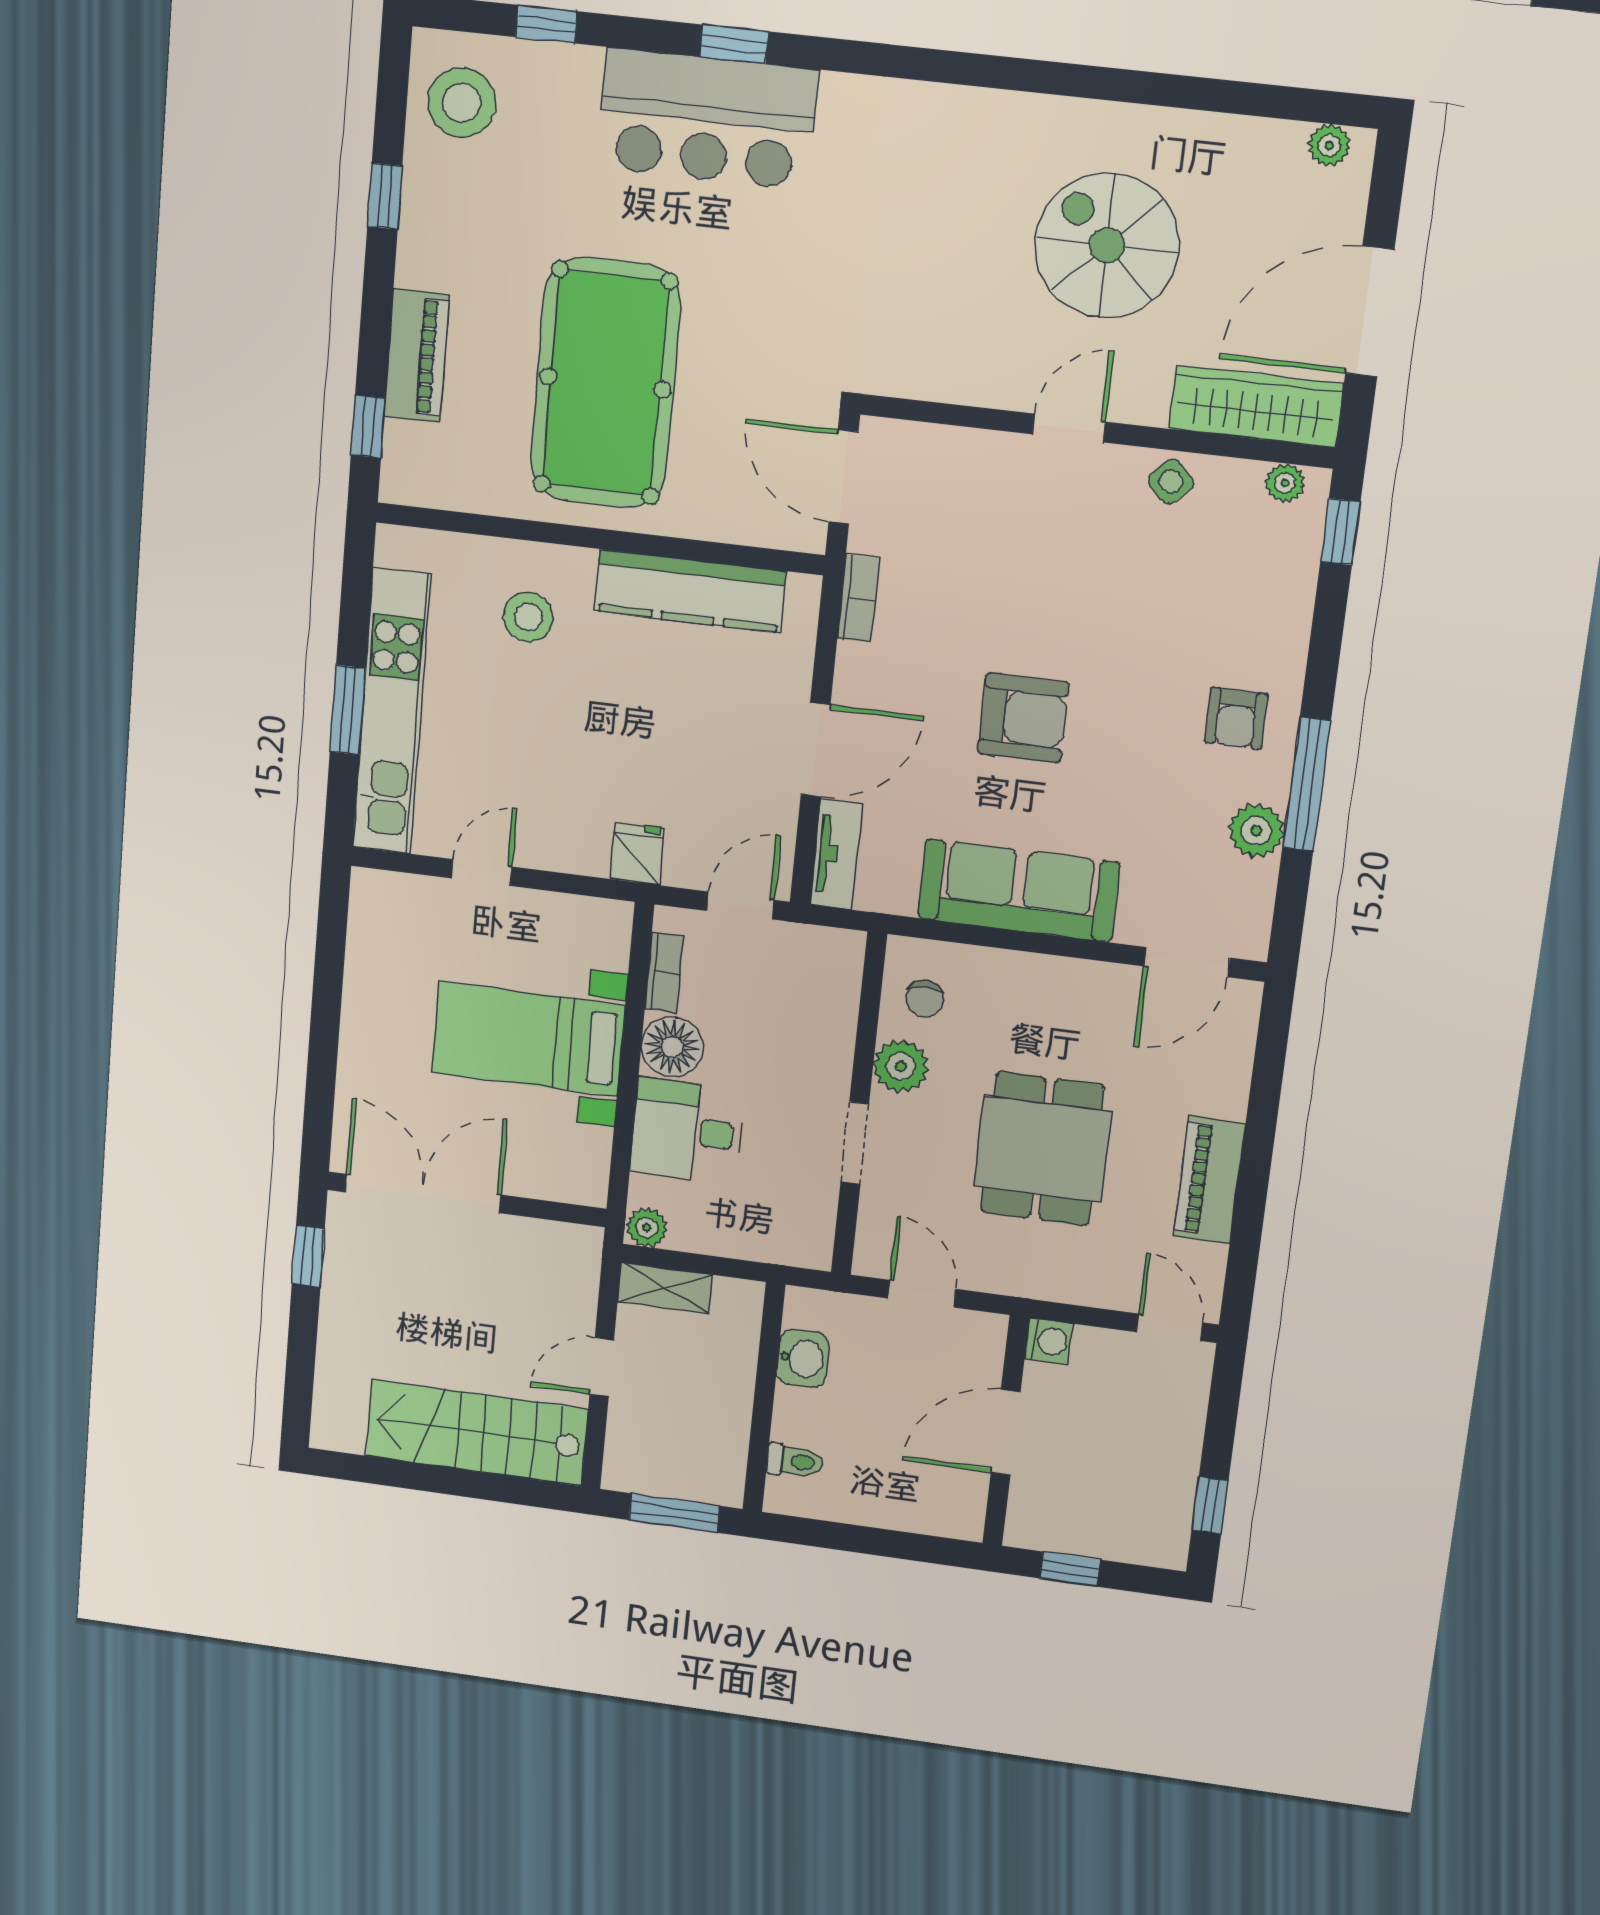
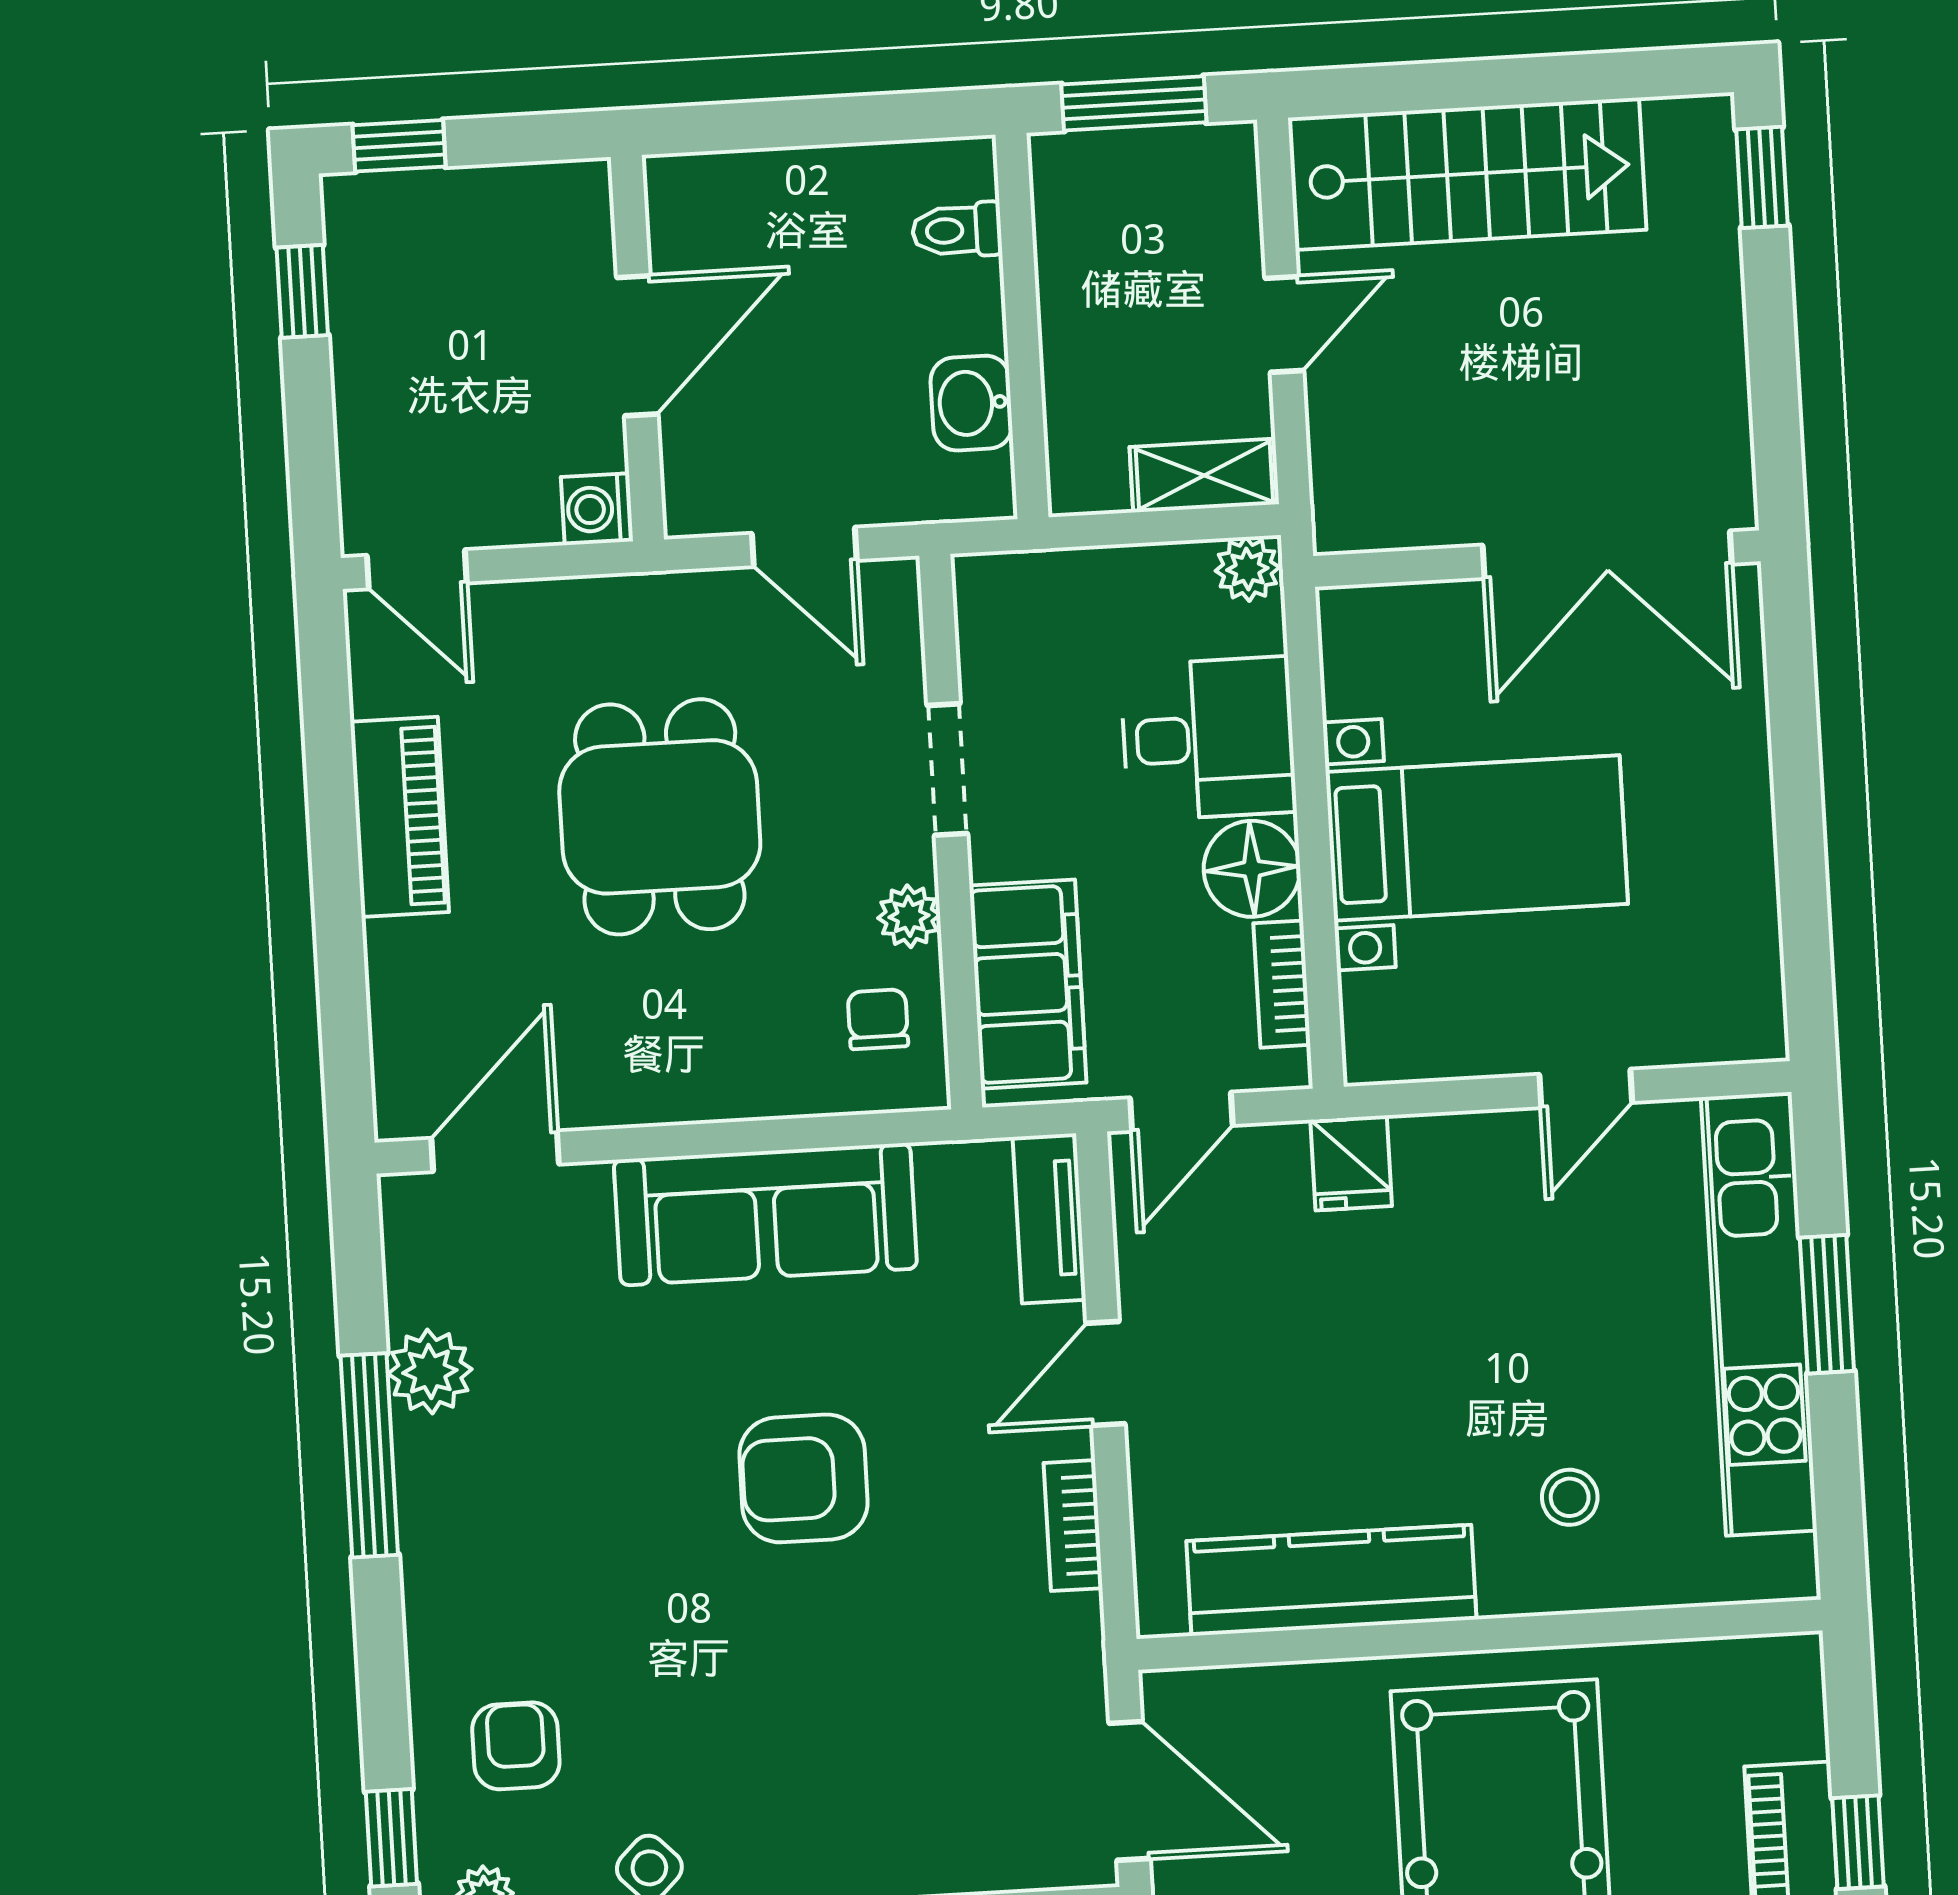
window: (368, 427) -> (1858, 1842), moved
bookcase: (858, 598) -> (1073, 1526), moved
stool: (528, 617) -> (1570, 1497), width x0.73, depth x0.73
armchair: (1236, 718) -> (516, 1746), moved
door: (816, 750) -> (1106, 1373), width x0.73
filing cabinet: (825, 1002) -> (1028, 984), added
plant: (901, 1066) -> (909, 916), width x0.73, depth x0.73
window: (308, 1256) -> (1762, 177), moved
window: (1070, 1569) -> (399, 146), moved

